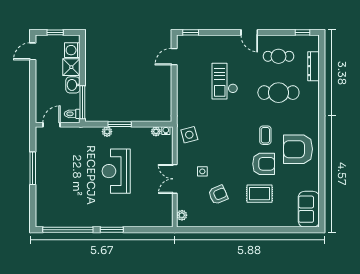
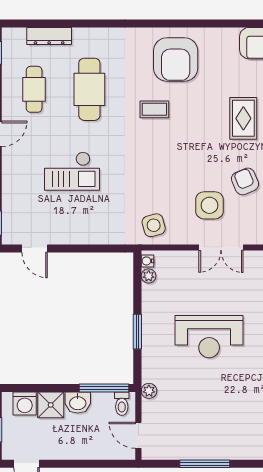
plant: (107, 132) -> (149, 391), moved
armchair: (264, 164) -> (198, 112), removed
side table: (202, 171) -> (209, 205), width x1.87, depth x1.87

